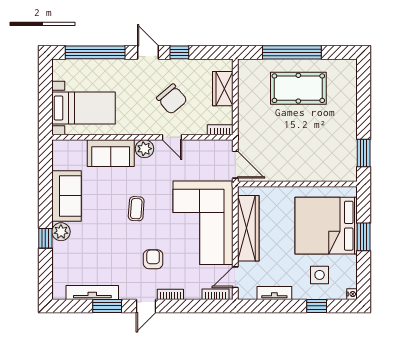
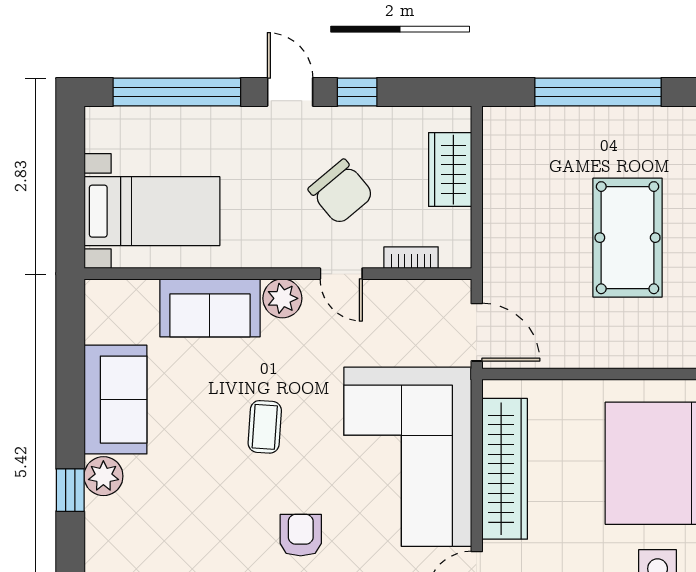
pool table: (298, 88) -> (628, 238), moved, turned 90
bookcase: (220, 130) -> (411, 258), moved

